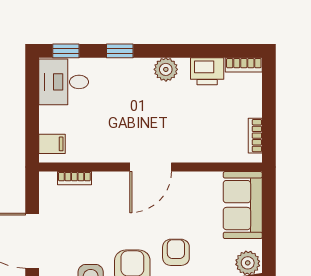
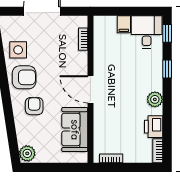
filing cabinet: (52, 144) -> (124, 24), moved
sofa: (243, 205) -> (75, 130), moved, turned -90
armchair: (176, 252) -> (34, 106), turned -90

